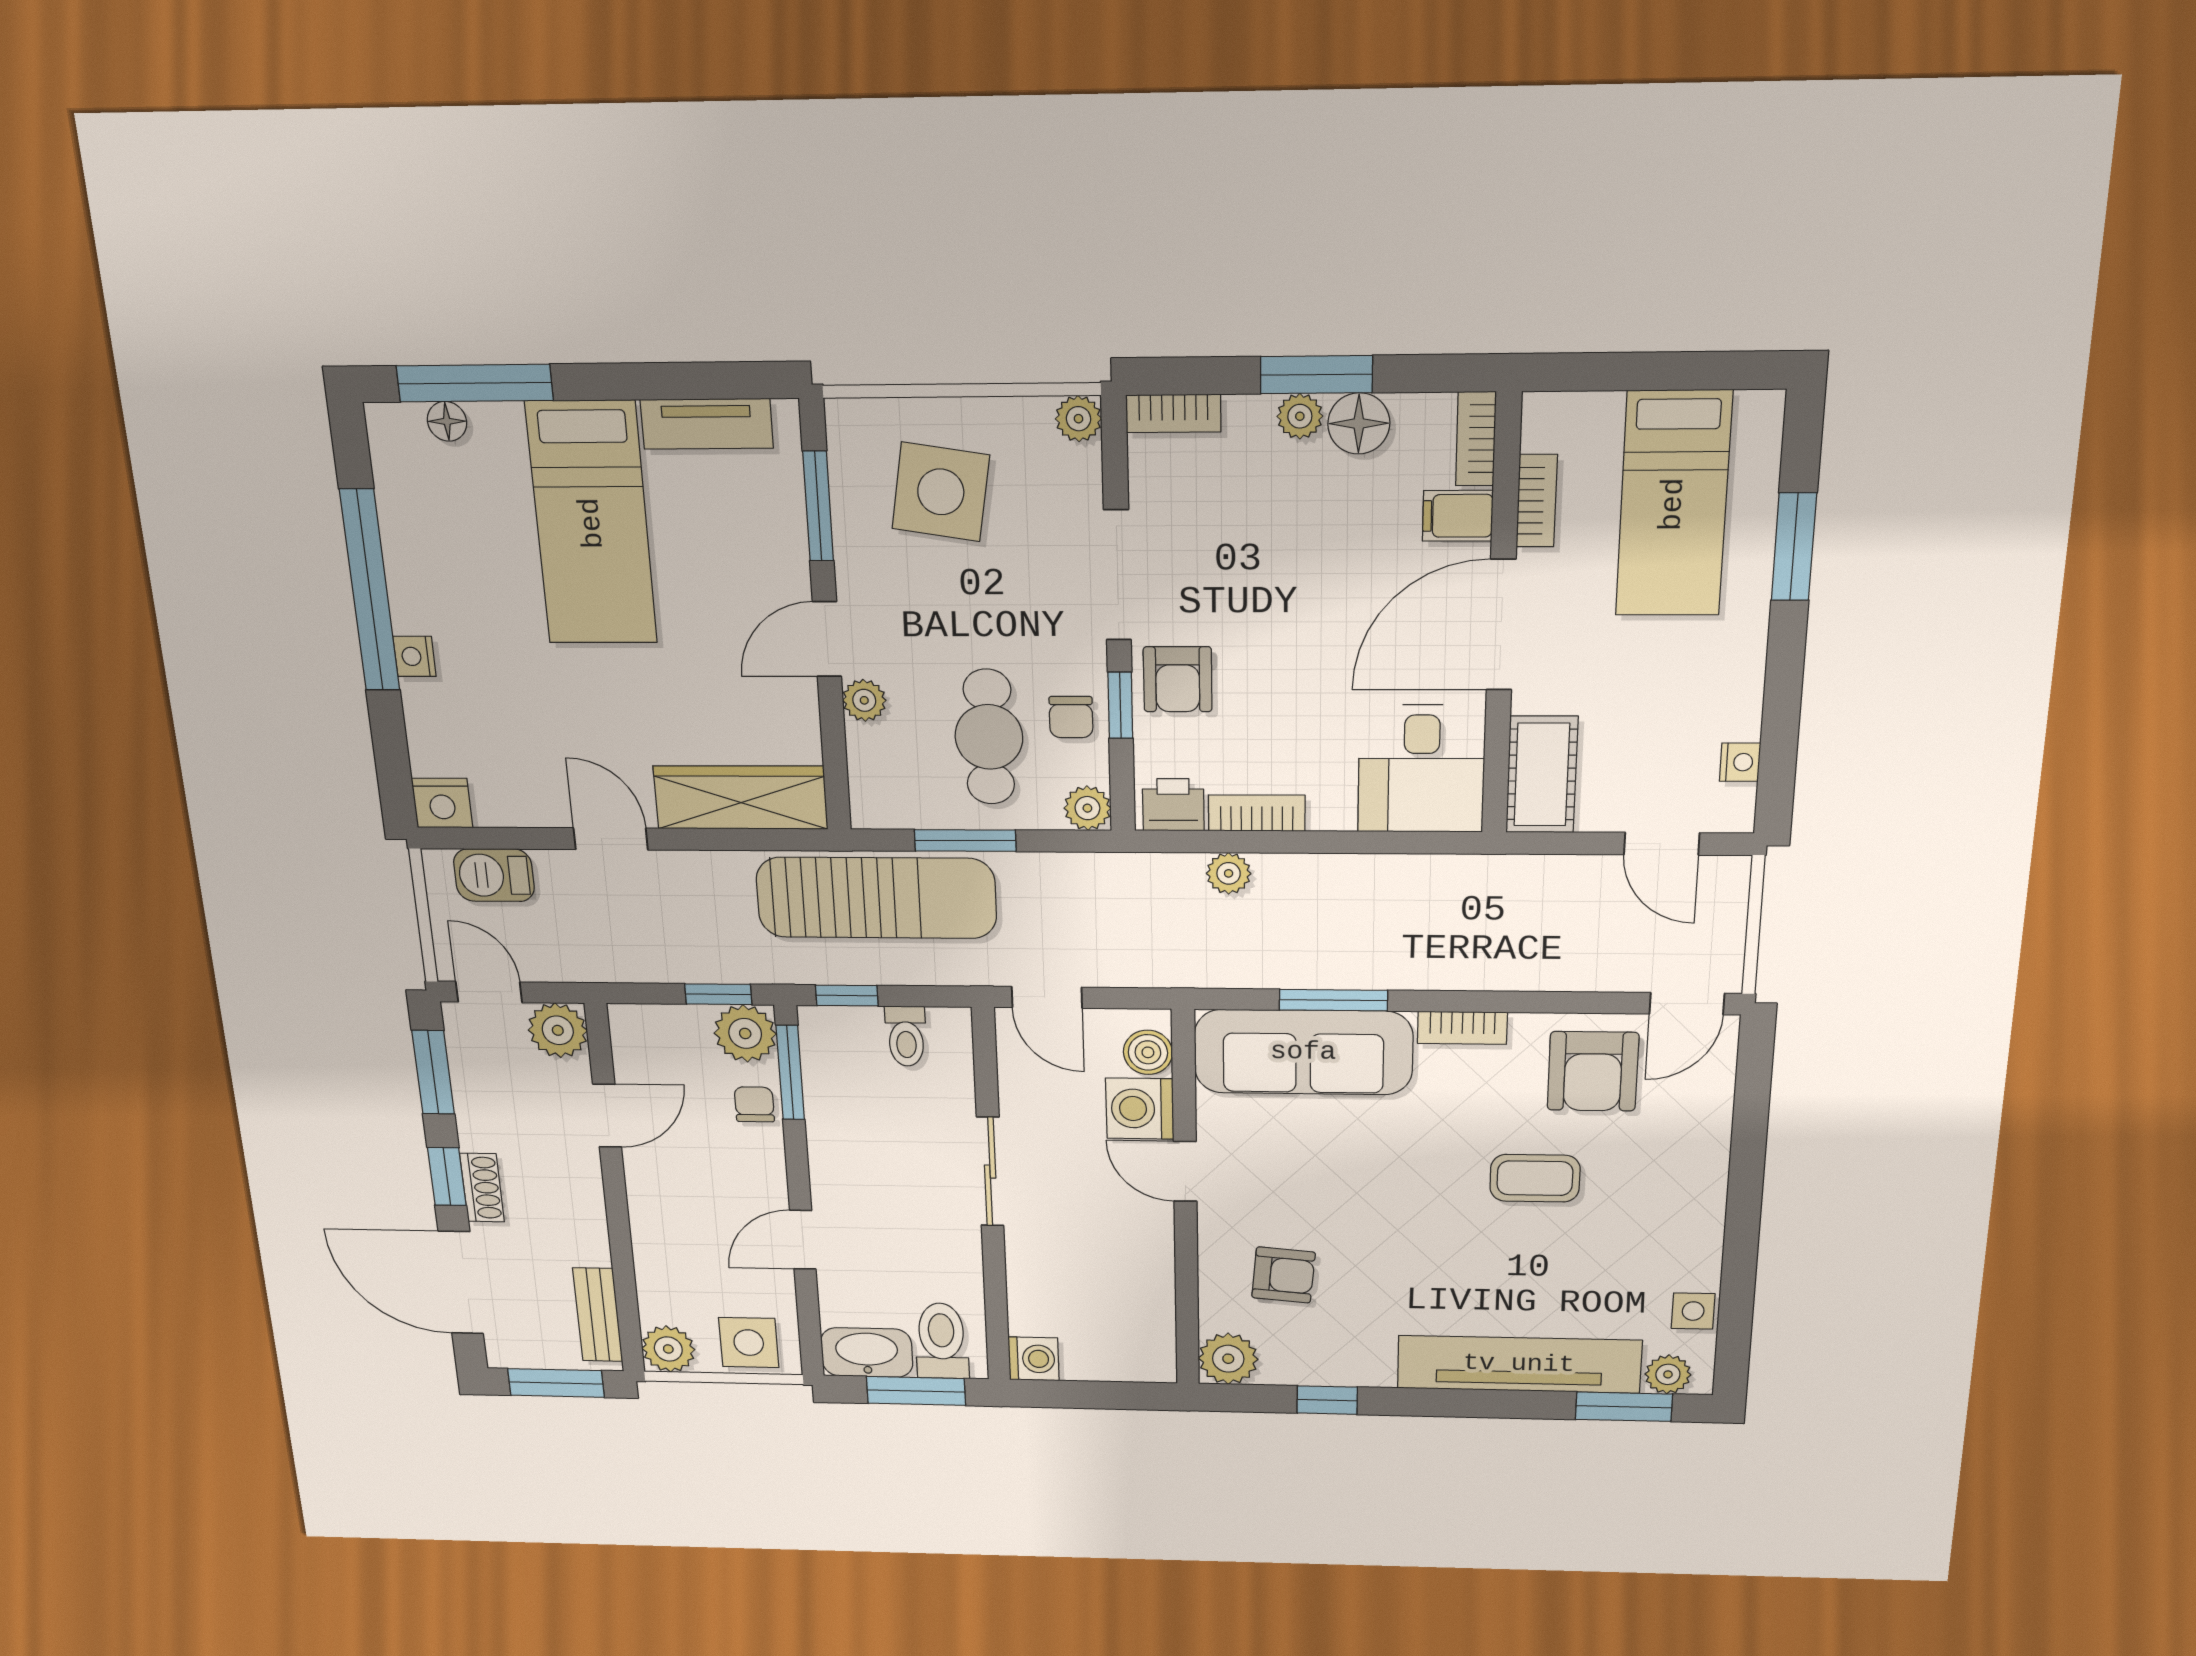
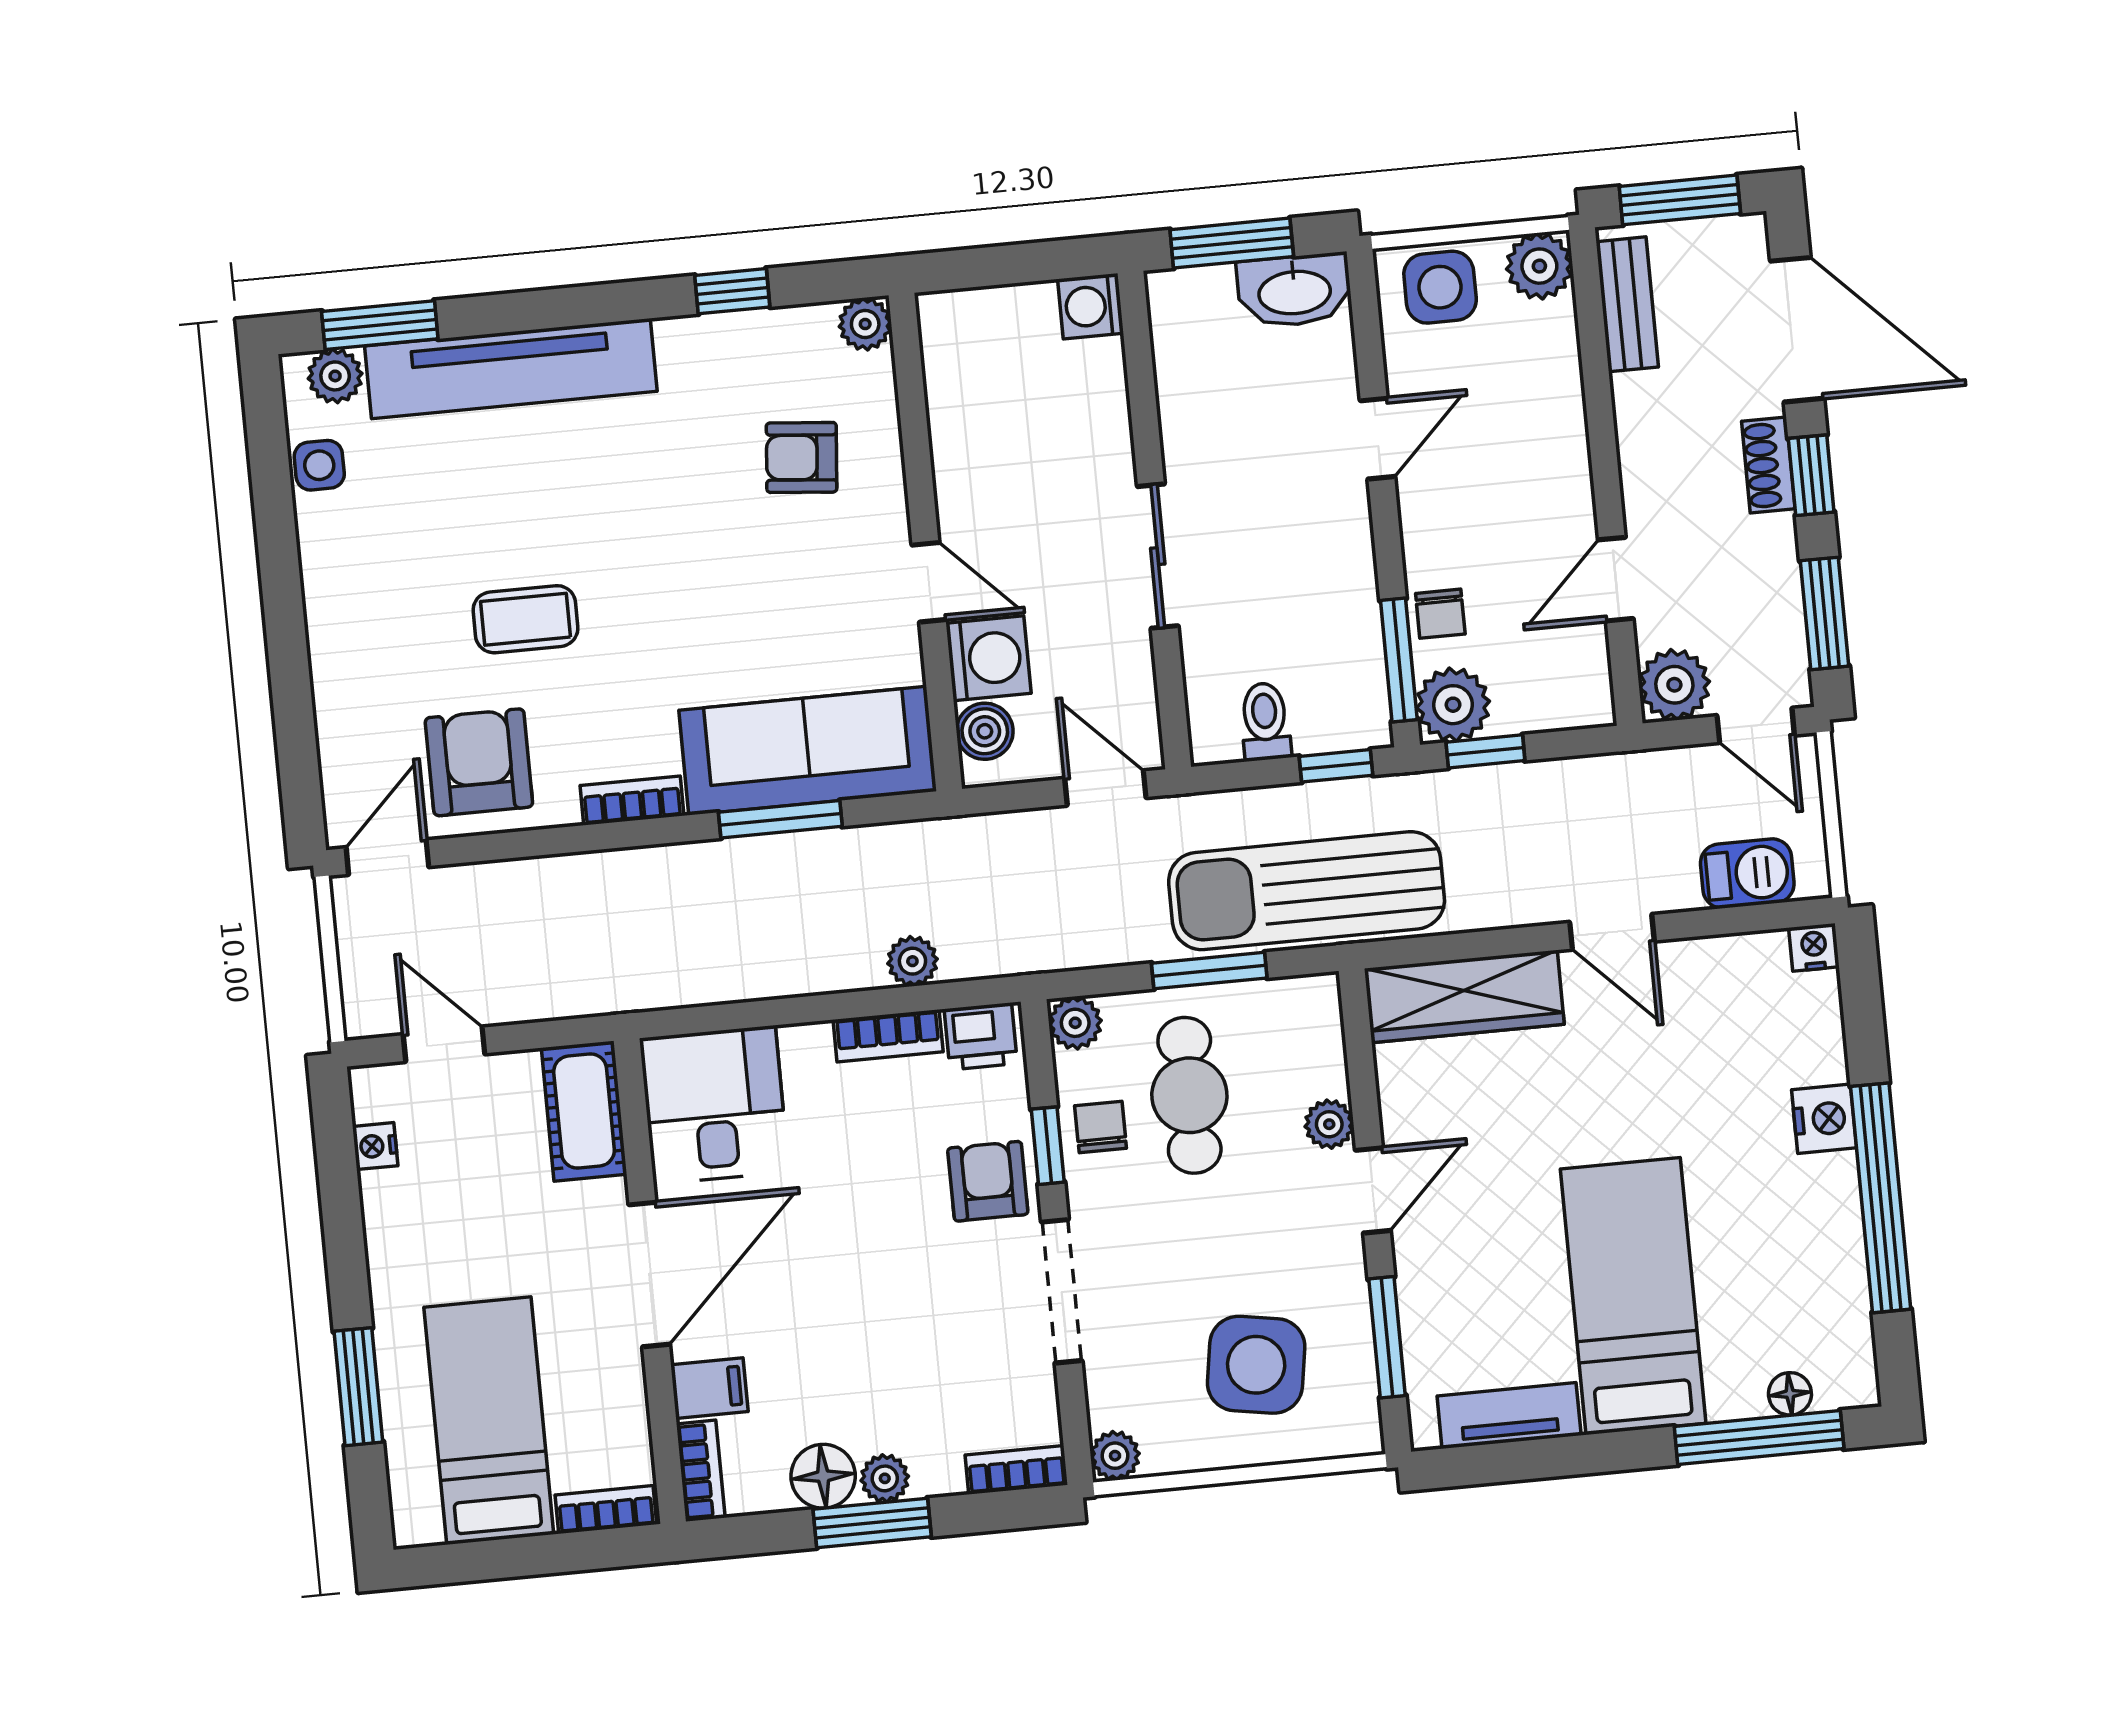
bookcase: (1537, 501) -> (606, 1510), moved, turned 90
nightstand: (415, 656) -> (1824, 1119), width x1.39, depth x1.35
nightstand: (442, 803) -> (1814, 947), width x0.72, depth x0.74
toilet: (942, 1341) -> (1204, 318), removed
plant: (1228, 1359) -> (865, 324), width x0.73, depth x0.73

